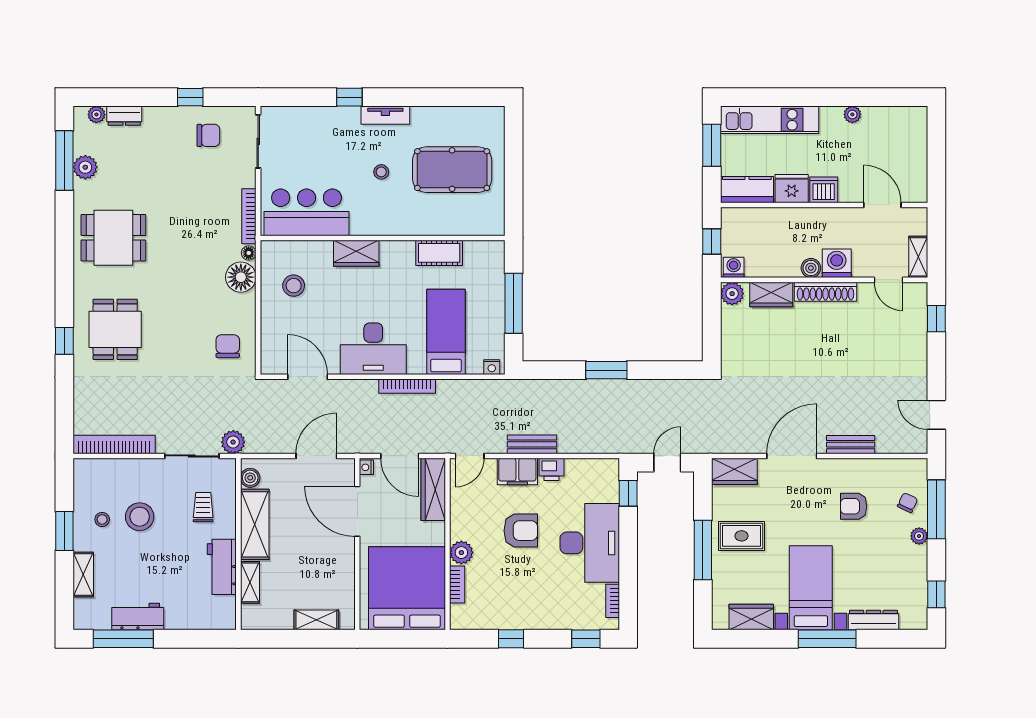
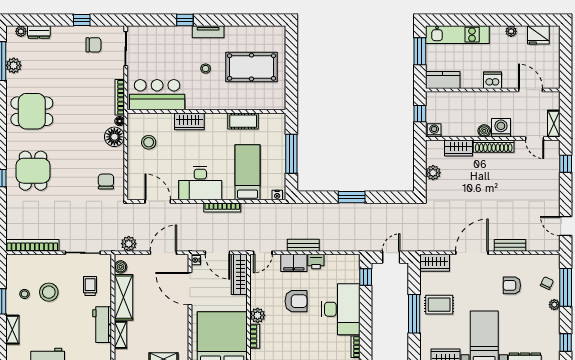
fridge: (792, 189) -> (538, 35), moved, turned 180
plant: (732, 294) -> (433, 173), moved
plant: (233, 442) -> (129, 244), moved

